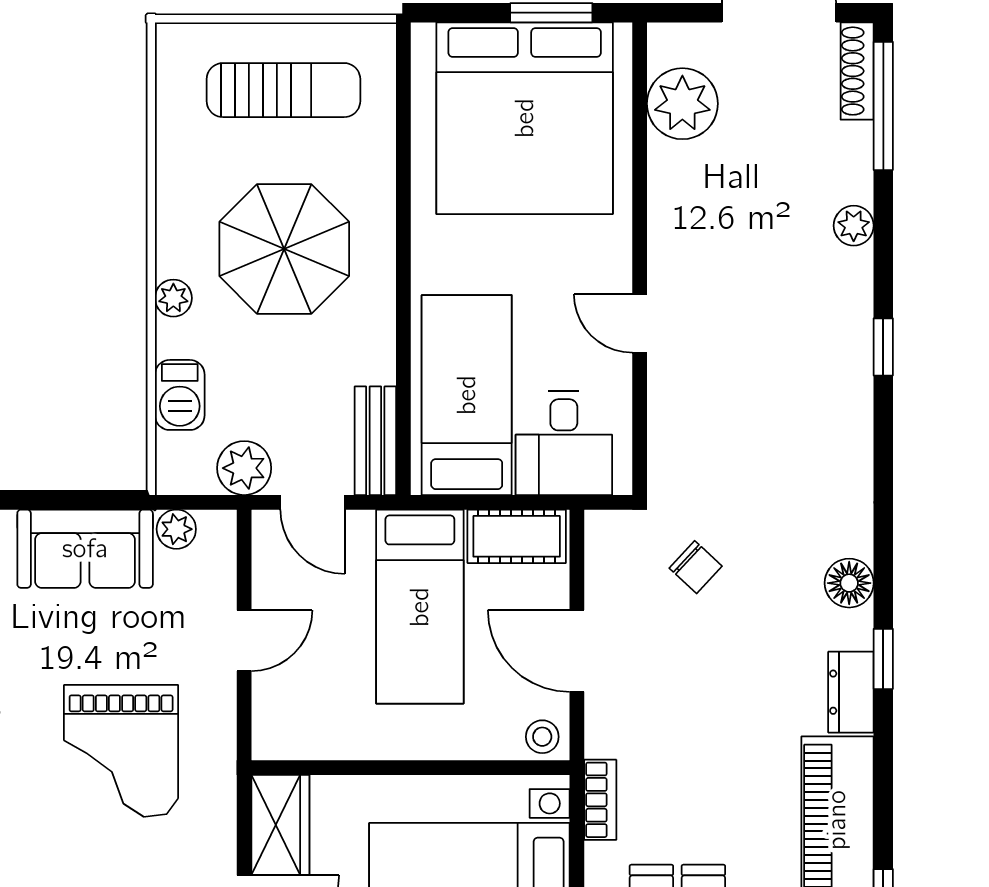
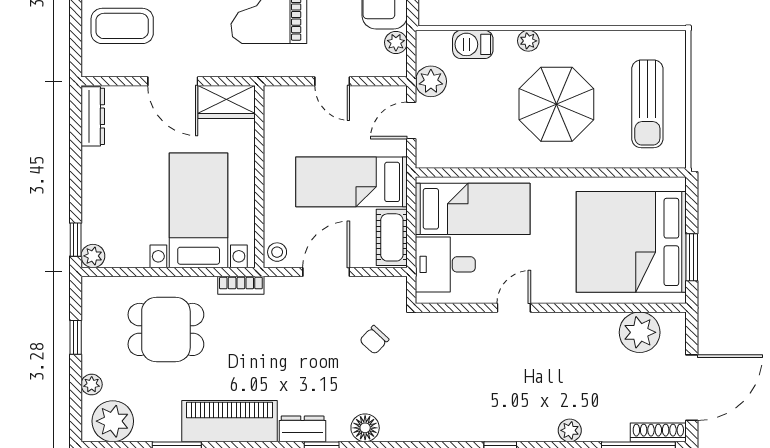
bench: (375, 441) -> (447, 156), removed

